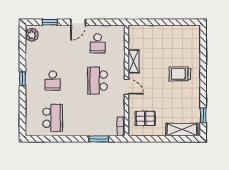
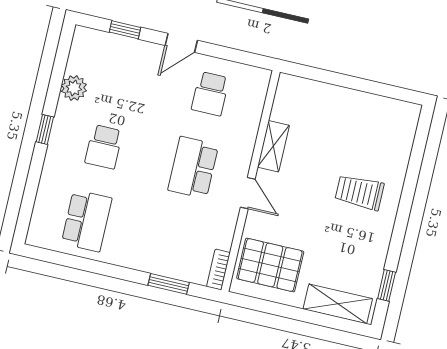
plant: (32, 35) -> (74, 88), moved
pallet: (145, 119) -> (270, 265), width x1.50, depth x1.42

